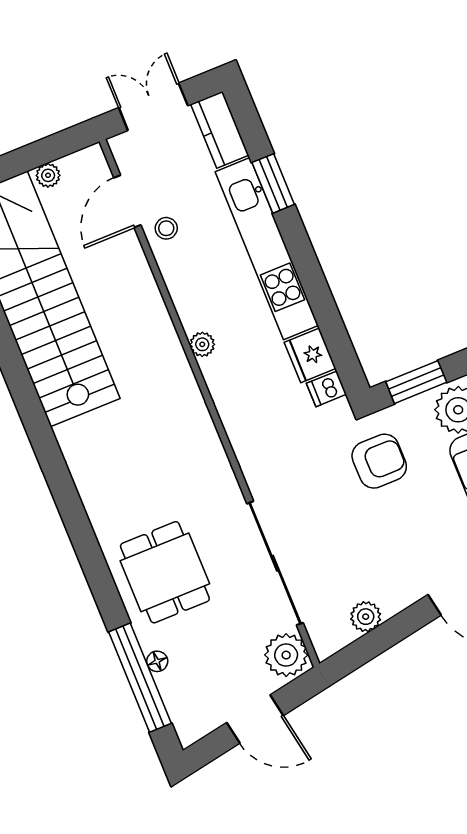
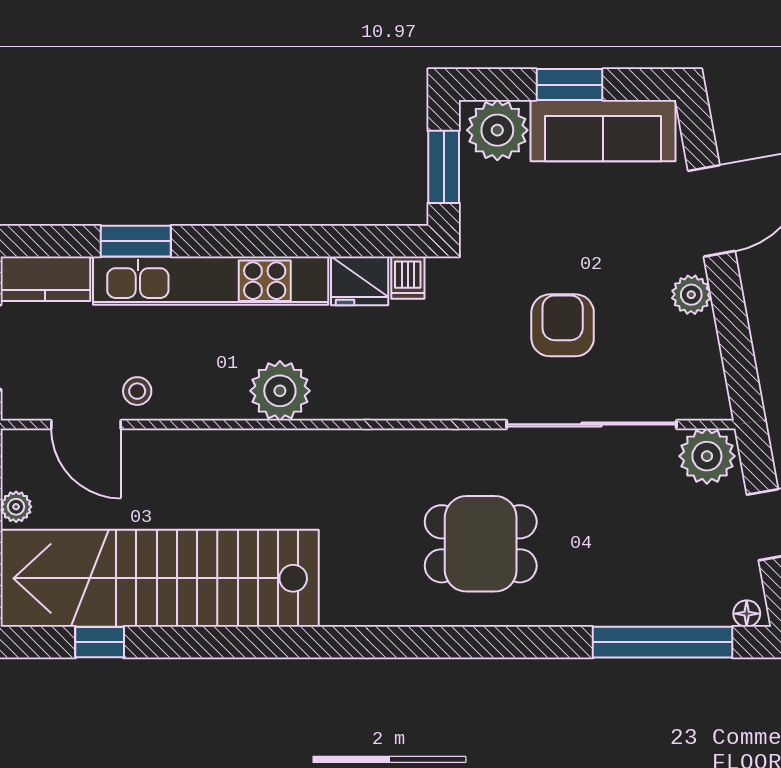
plant: (202, 344) -> (280, 391), width x1.87, depth x1.87
armchair: (379, 461) -> (563, 325), moved
dining table: (165, 572) -> (481, 544), moved
plant: (366, 617) -> (691, 295), moved
floor lamp: (157, 661) -> (747, 614), moved

